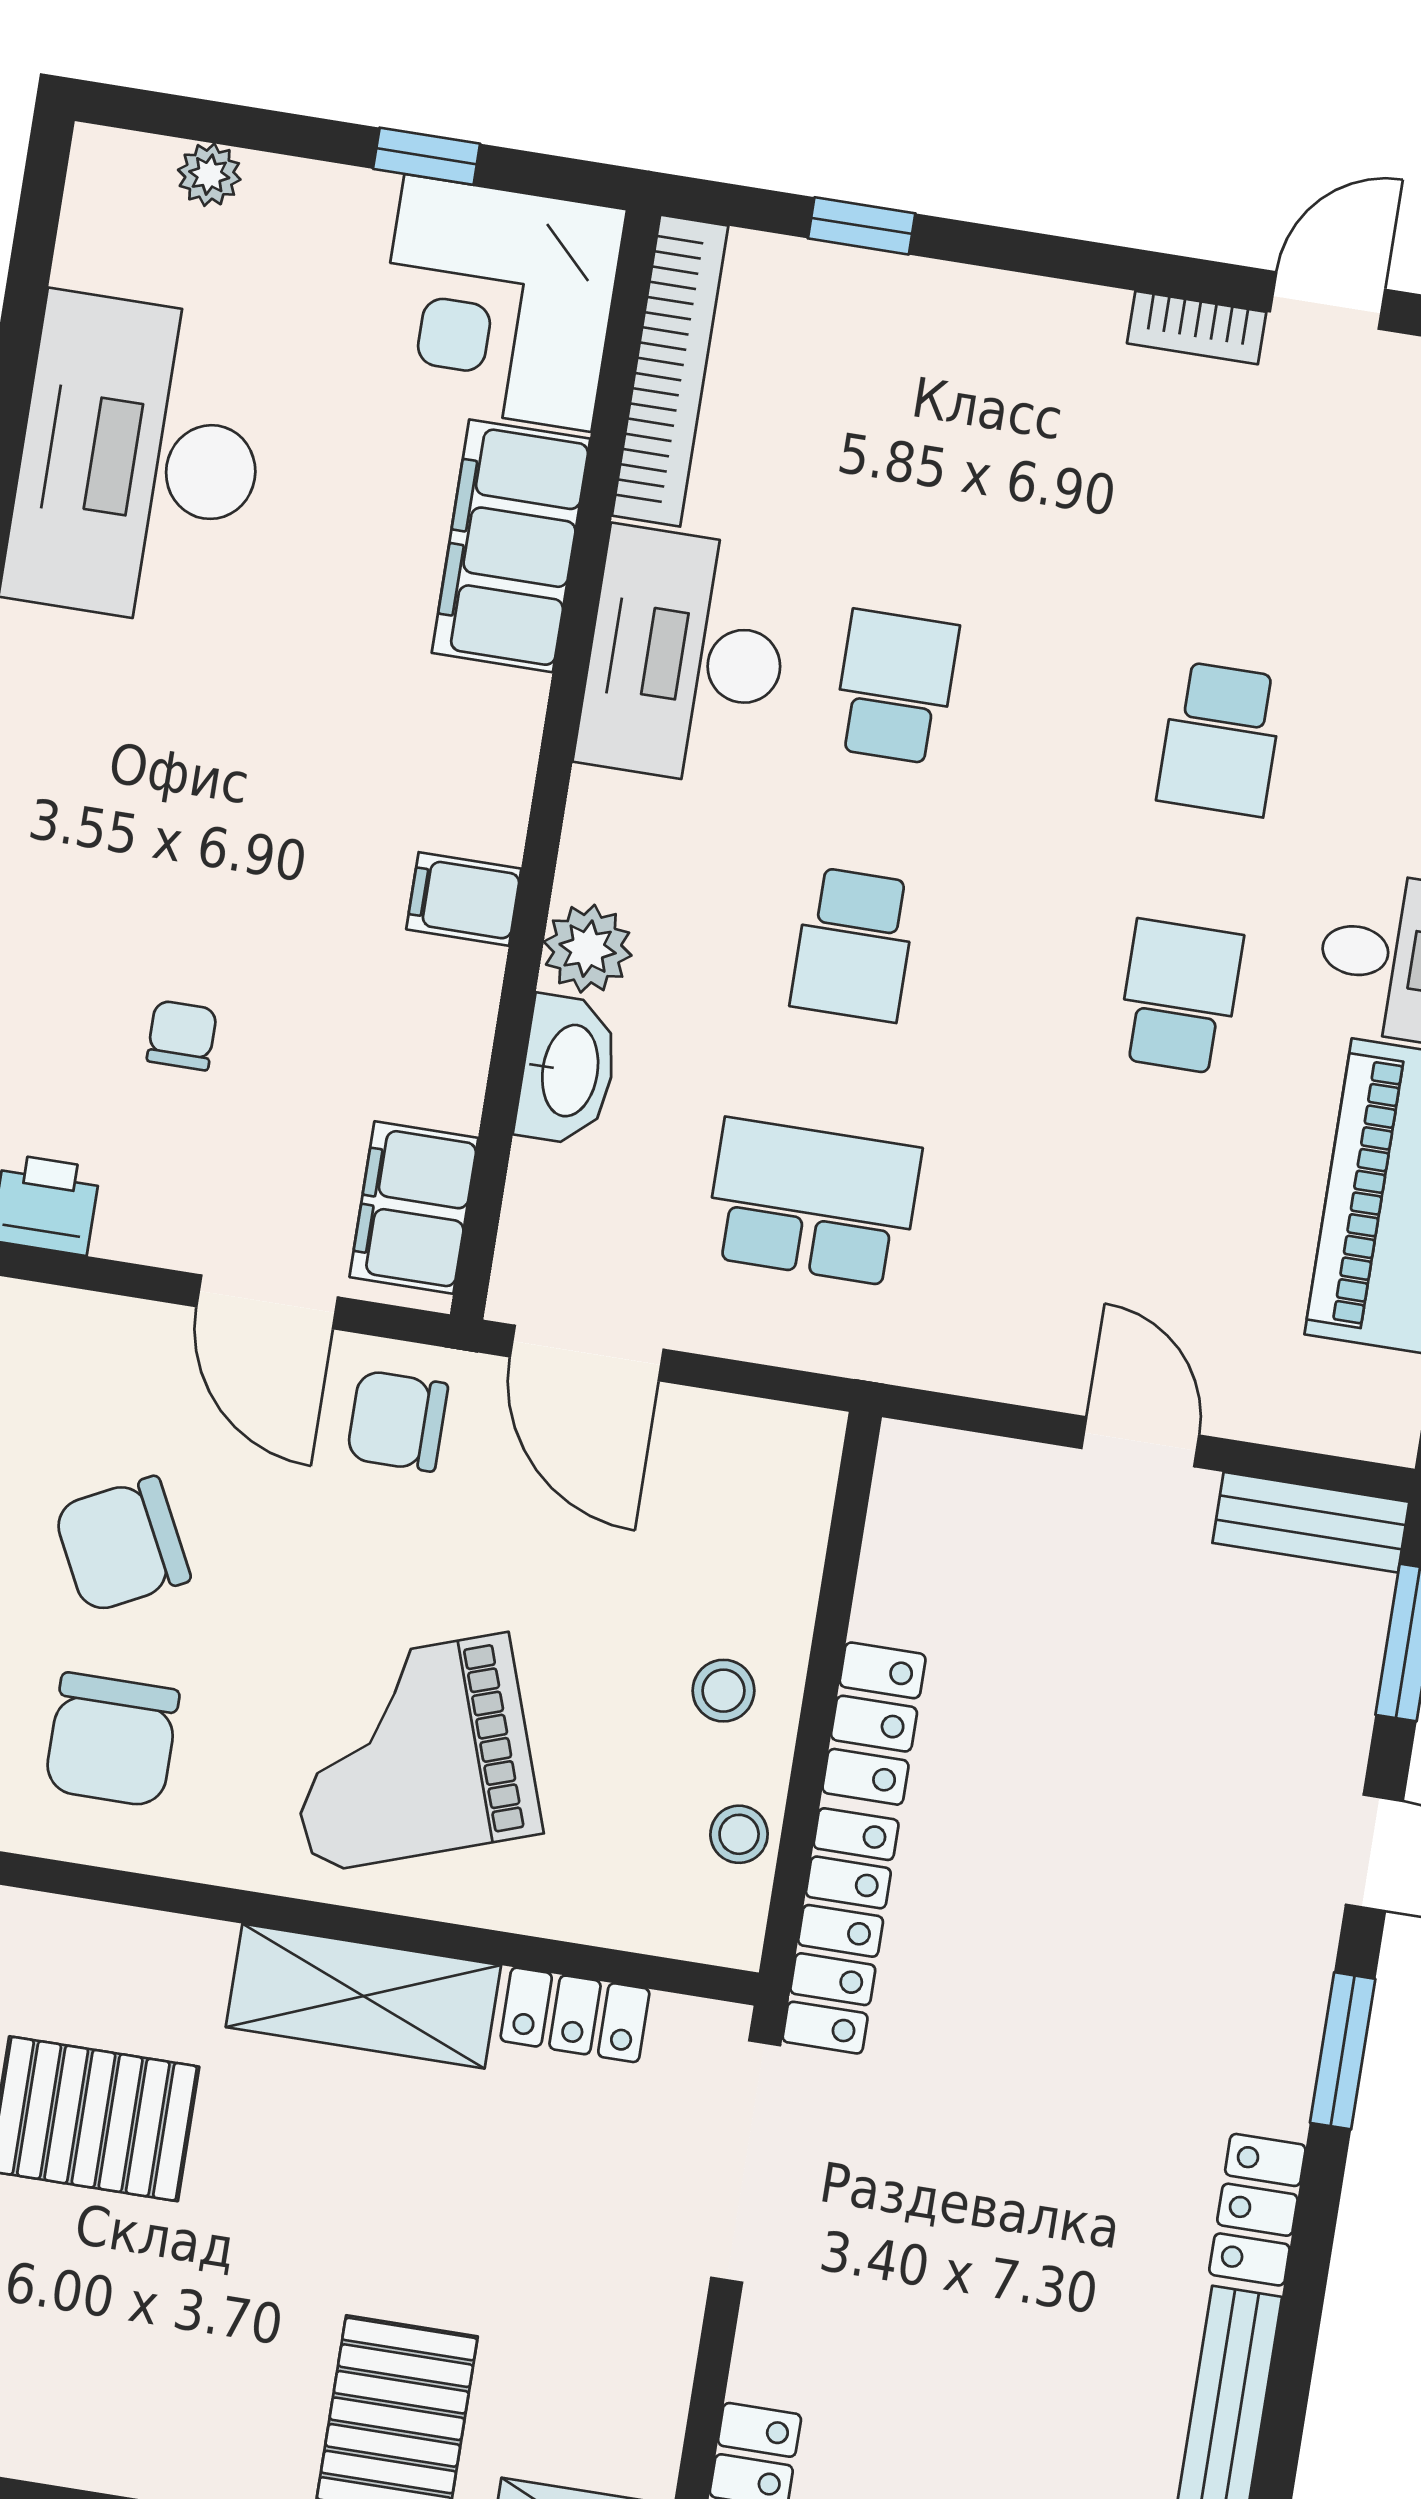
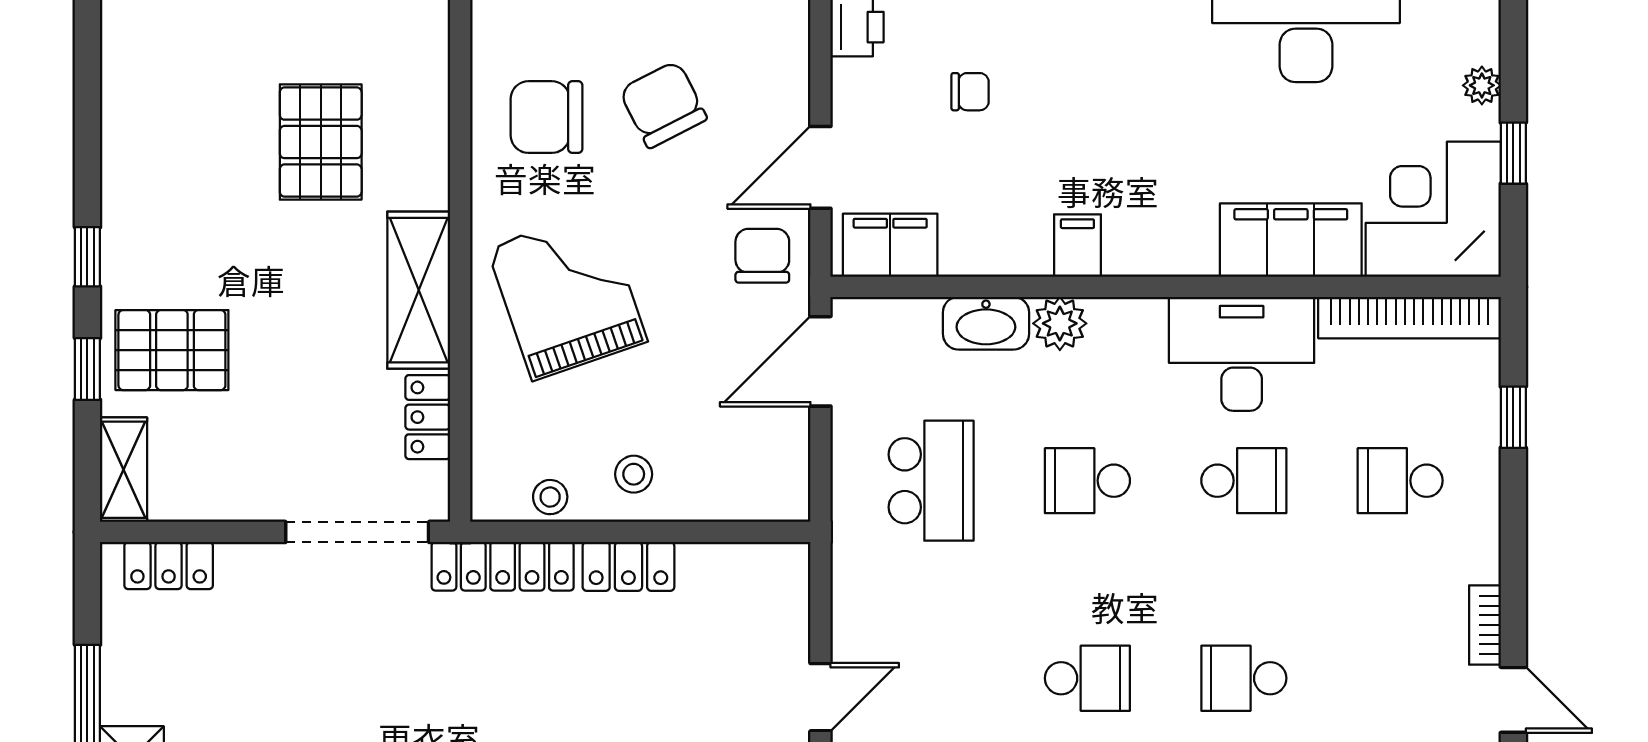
plant: (209, 175) -> (1482, 85), moved
school desk: (937, 429) -> (1400, 481), added

